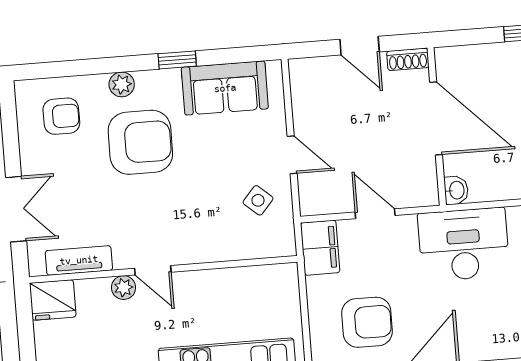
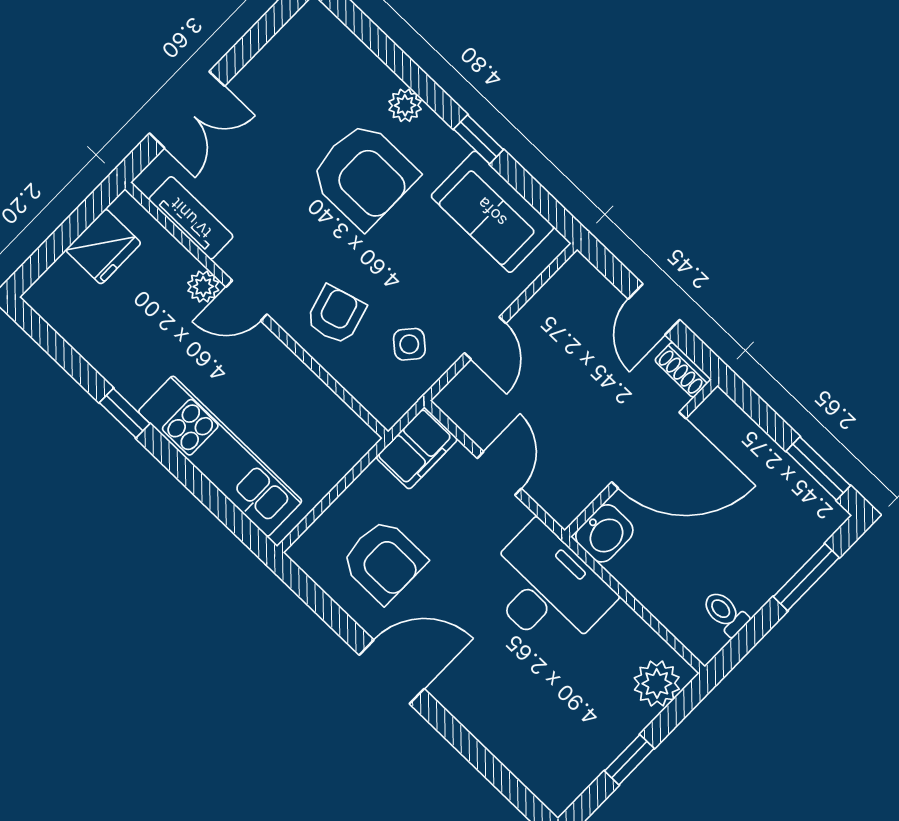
armchair: (61, 116) -> (336, 315), moved, turned -106
door: (436, 118) -> (649, 450), hinge flipped
washbasin: (456, 190) -> (604, 533), width x1.38, depth x1.45
door: (153, 270) -> (246, 301), hinge flipped
fridge: (53, 300) -> (103, 247), moved, turned -90

